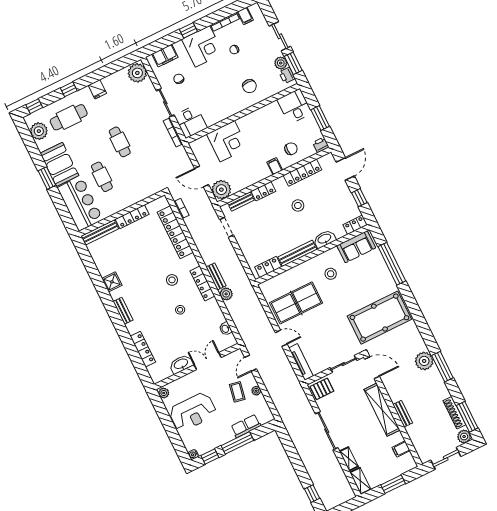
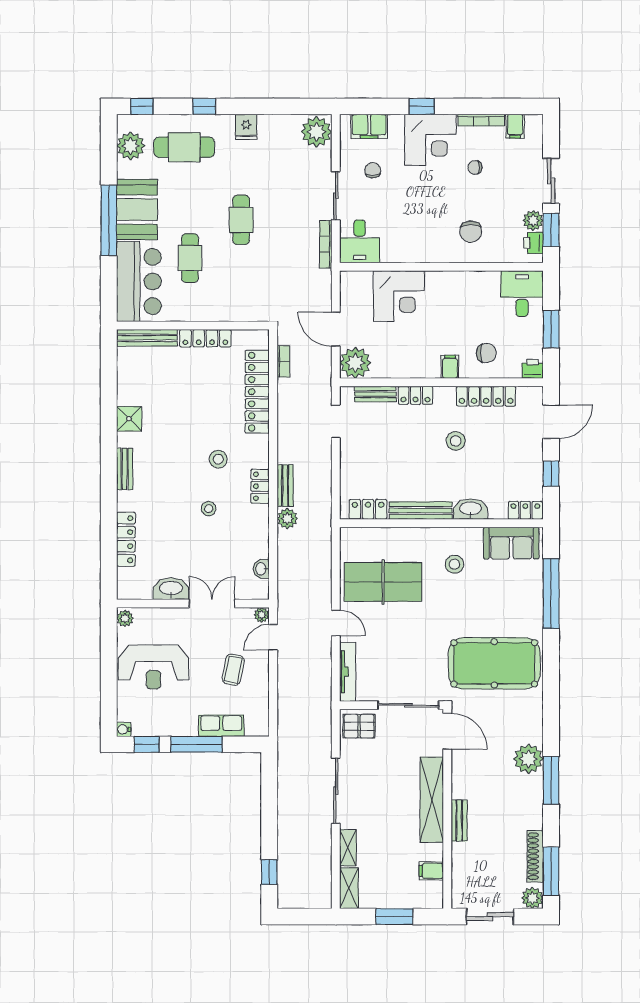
window: (47, 178) -> (109, 220), width x2.11
locker: (202, 283) -> (260, 486), width x0.66
sliding door: (343, 364) -> (408, 705), width x1.37
plant: (256, 391) -> (262, 615), moved

